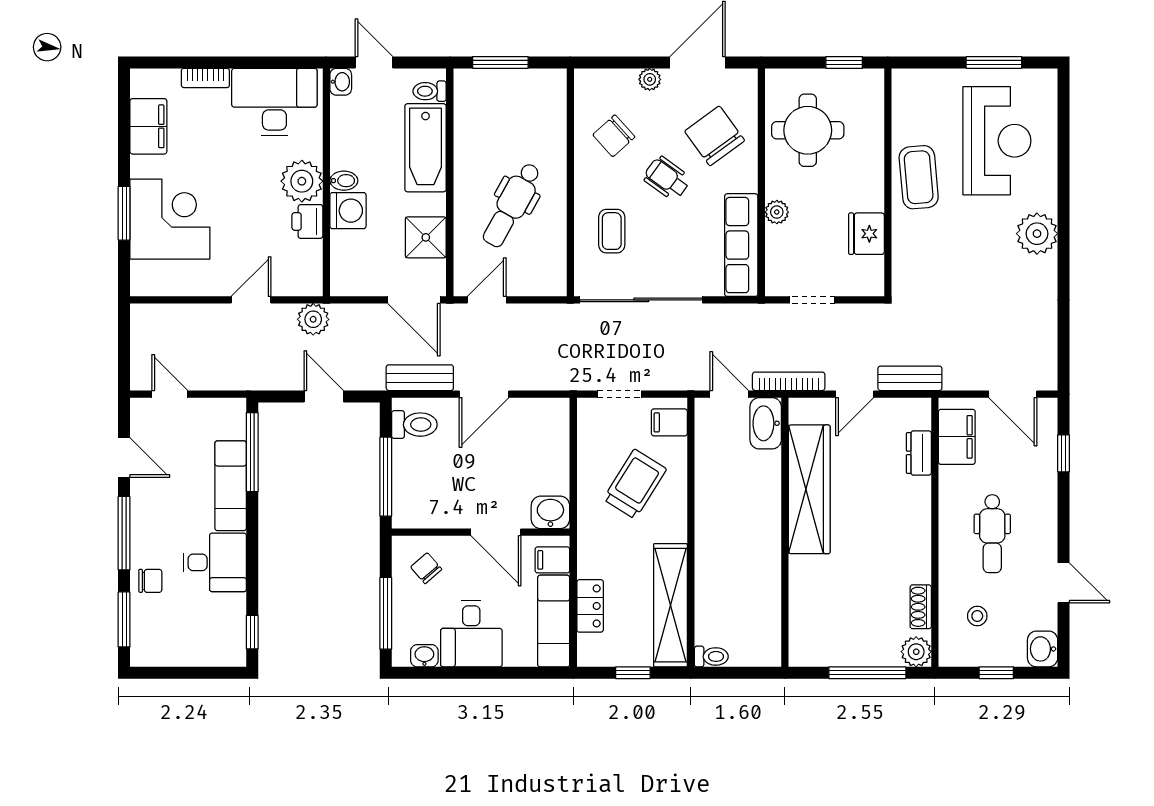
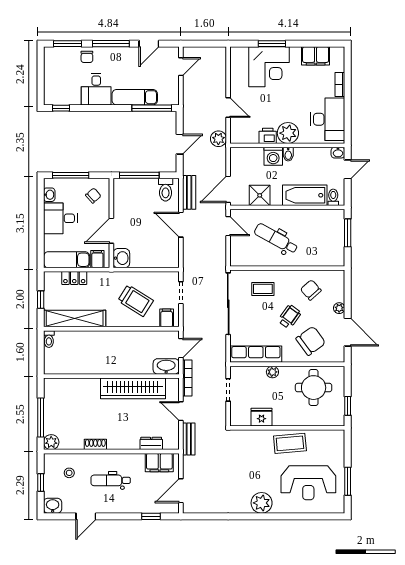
shoe rack: (921, 607) -> (95, 444), moved

